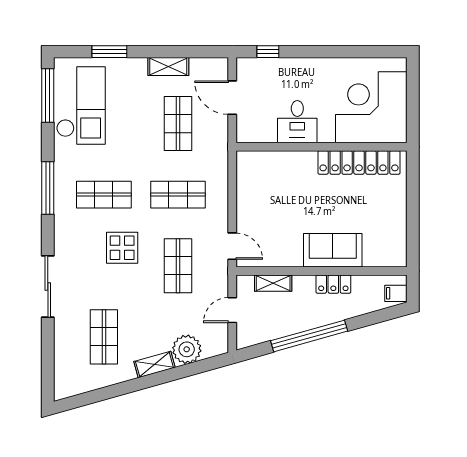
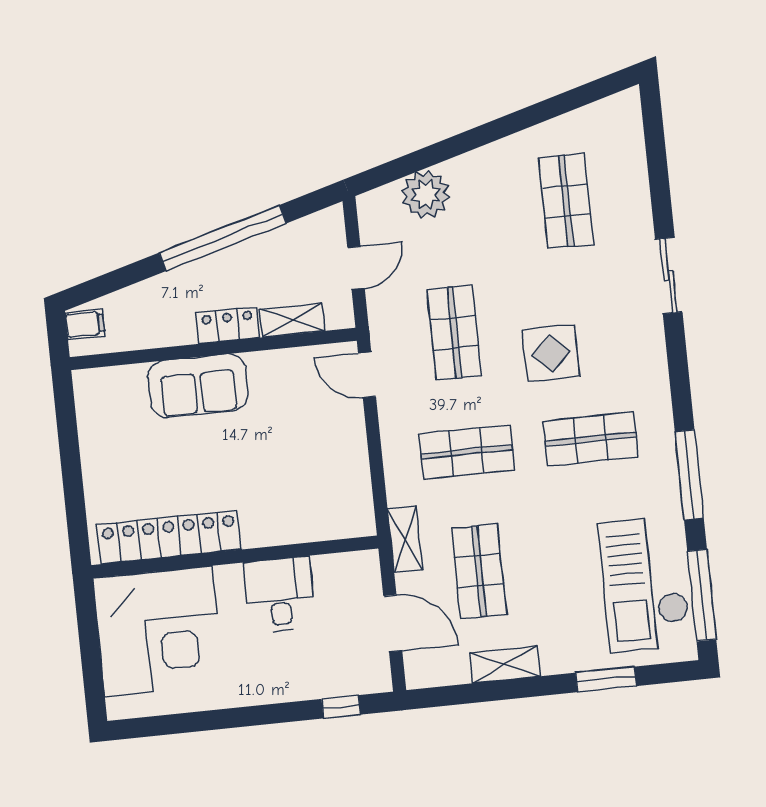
window: (48, 188) -> (689, 475), moved
locker: (333, 284) -> (228, 325), moved
sliding door: (48, 287) -> (669, 276), width x0.73
shelving: (154, 364) -> (405, 539), moved, turned -74

